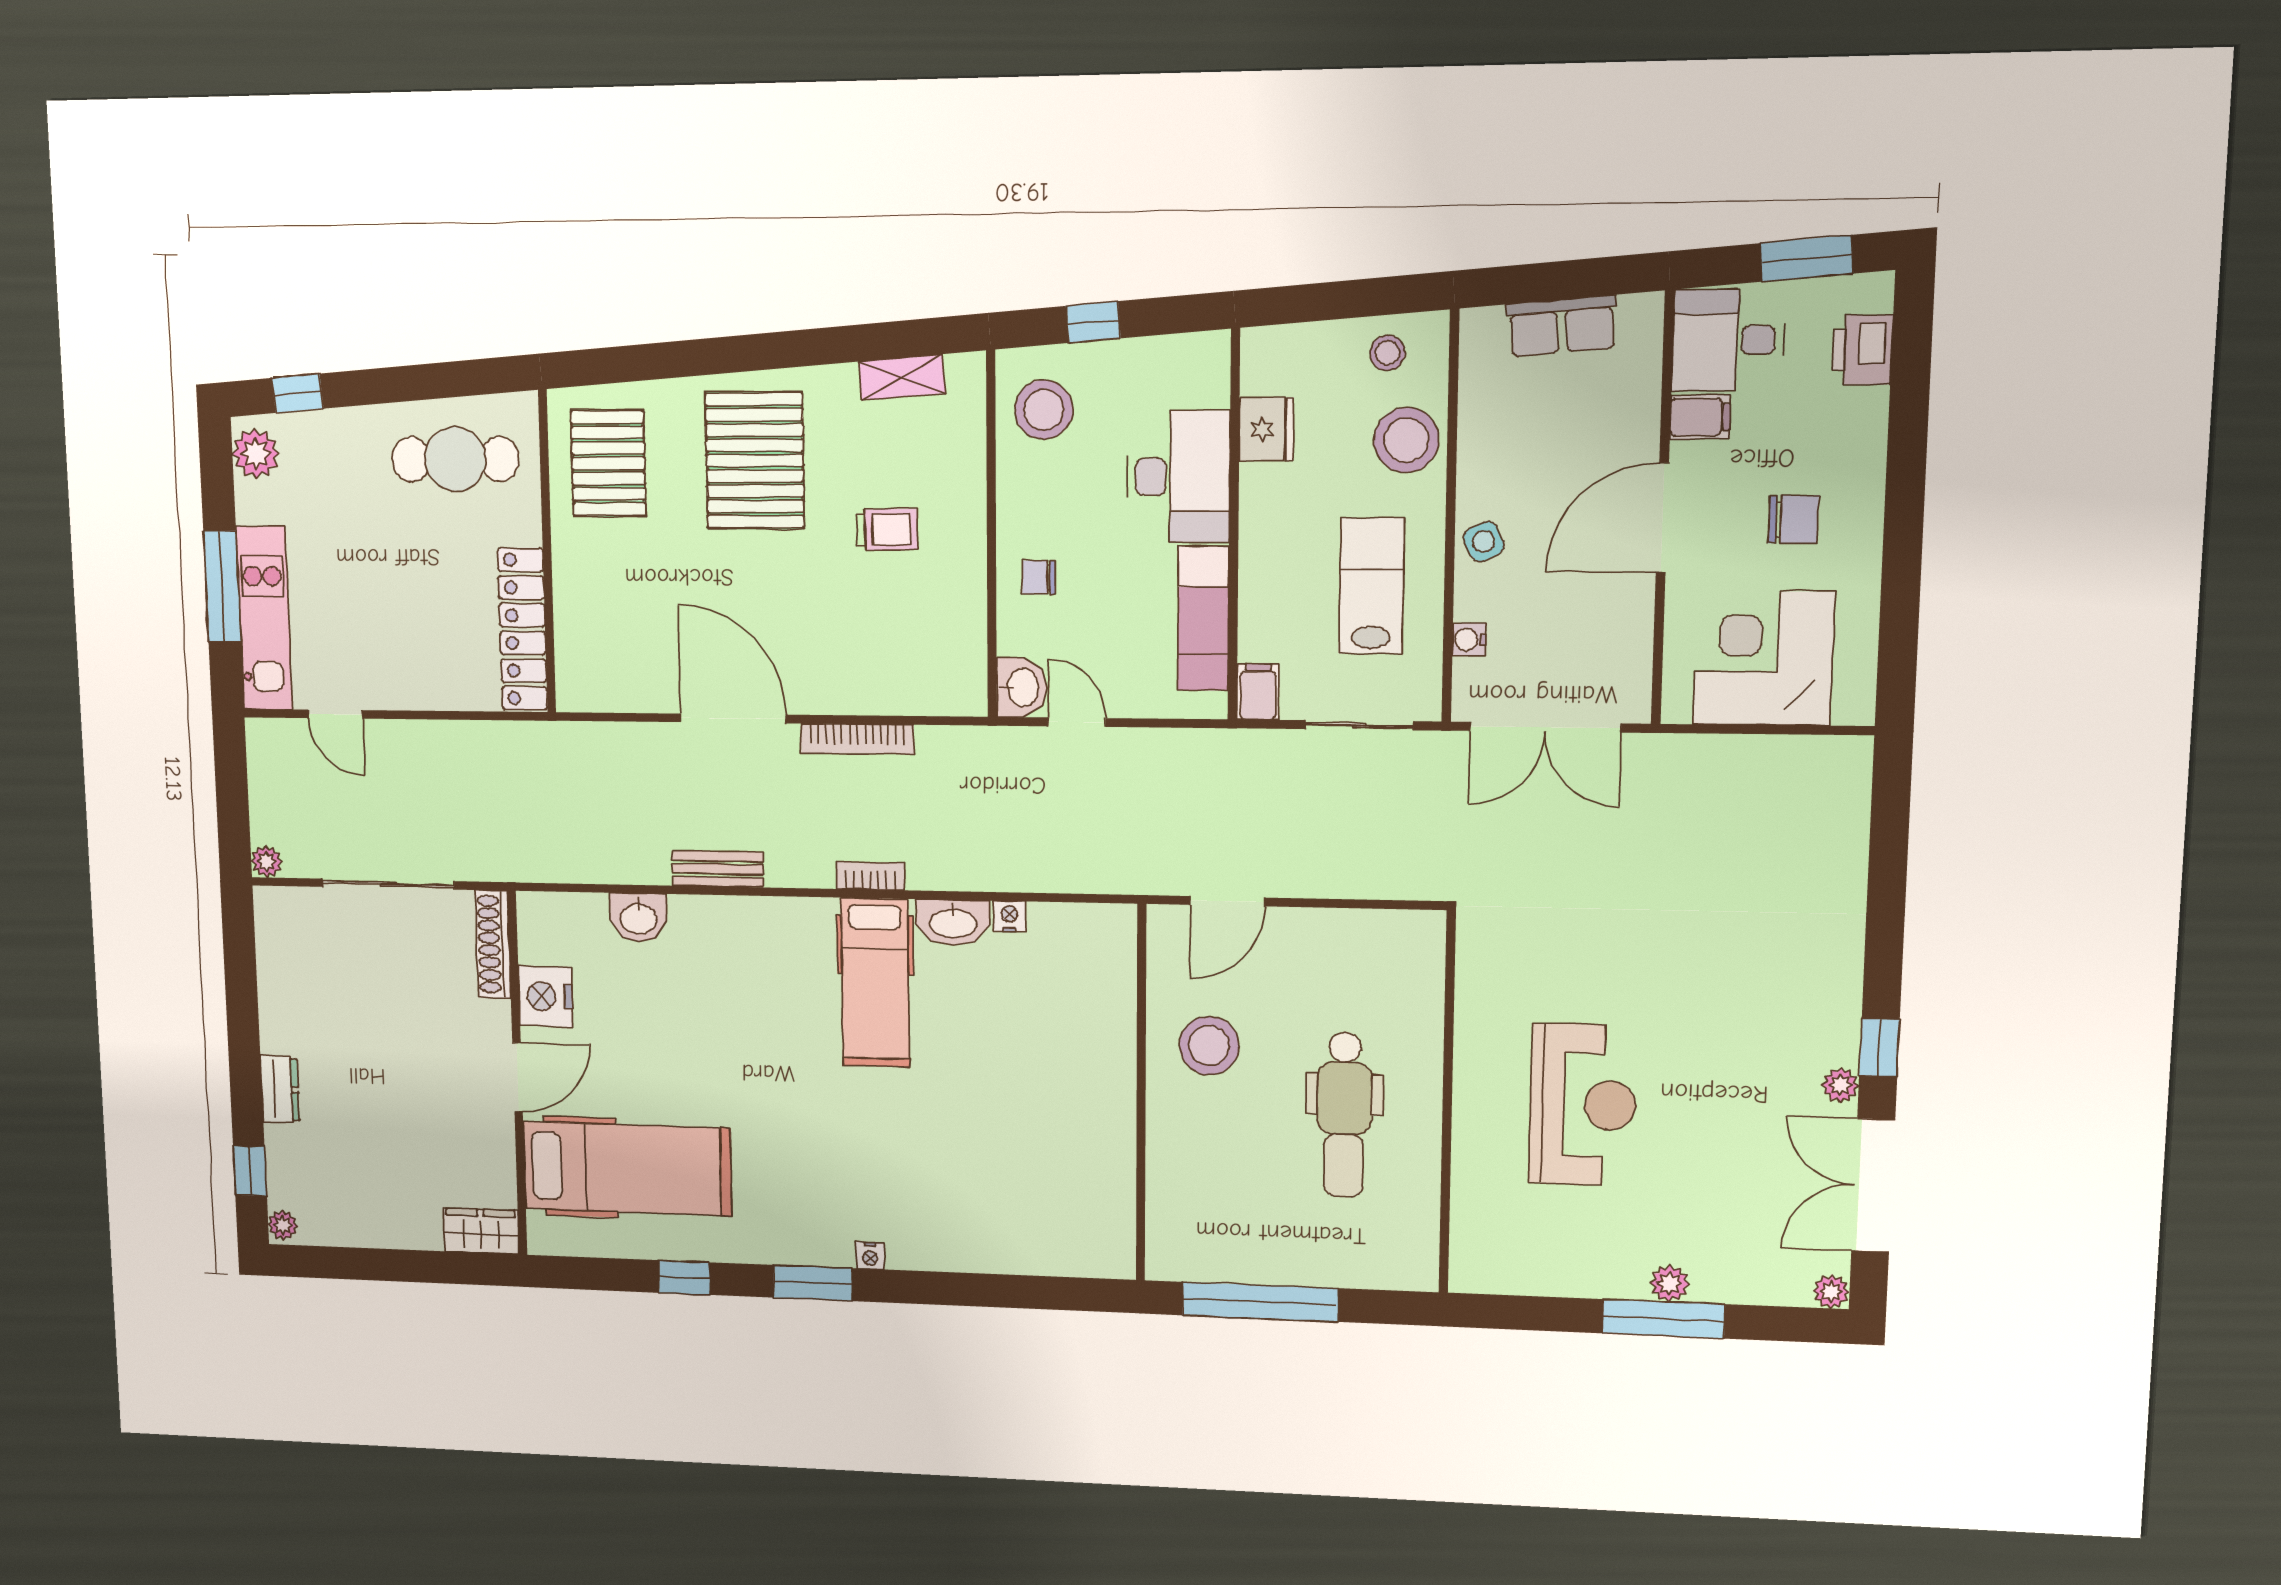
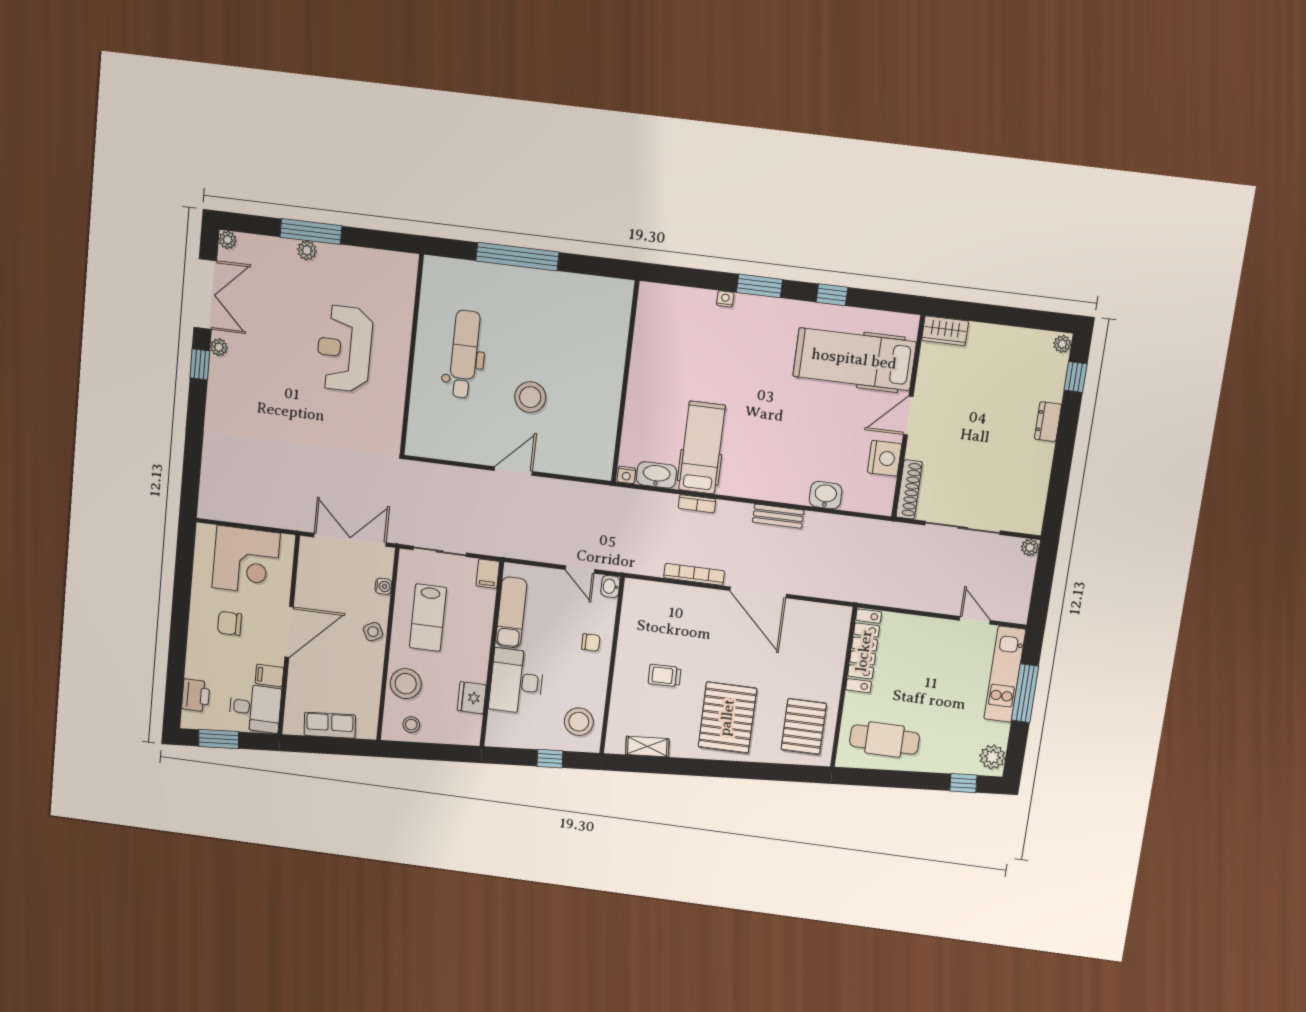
washbasin: (1022, 687) -> (610, 586), width x0.72, depth x0.69
wall: (1141, 1094) -> (625, 382), moved

